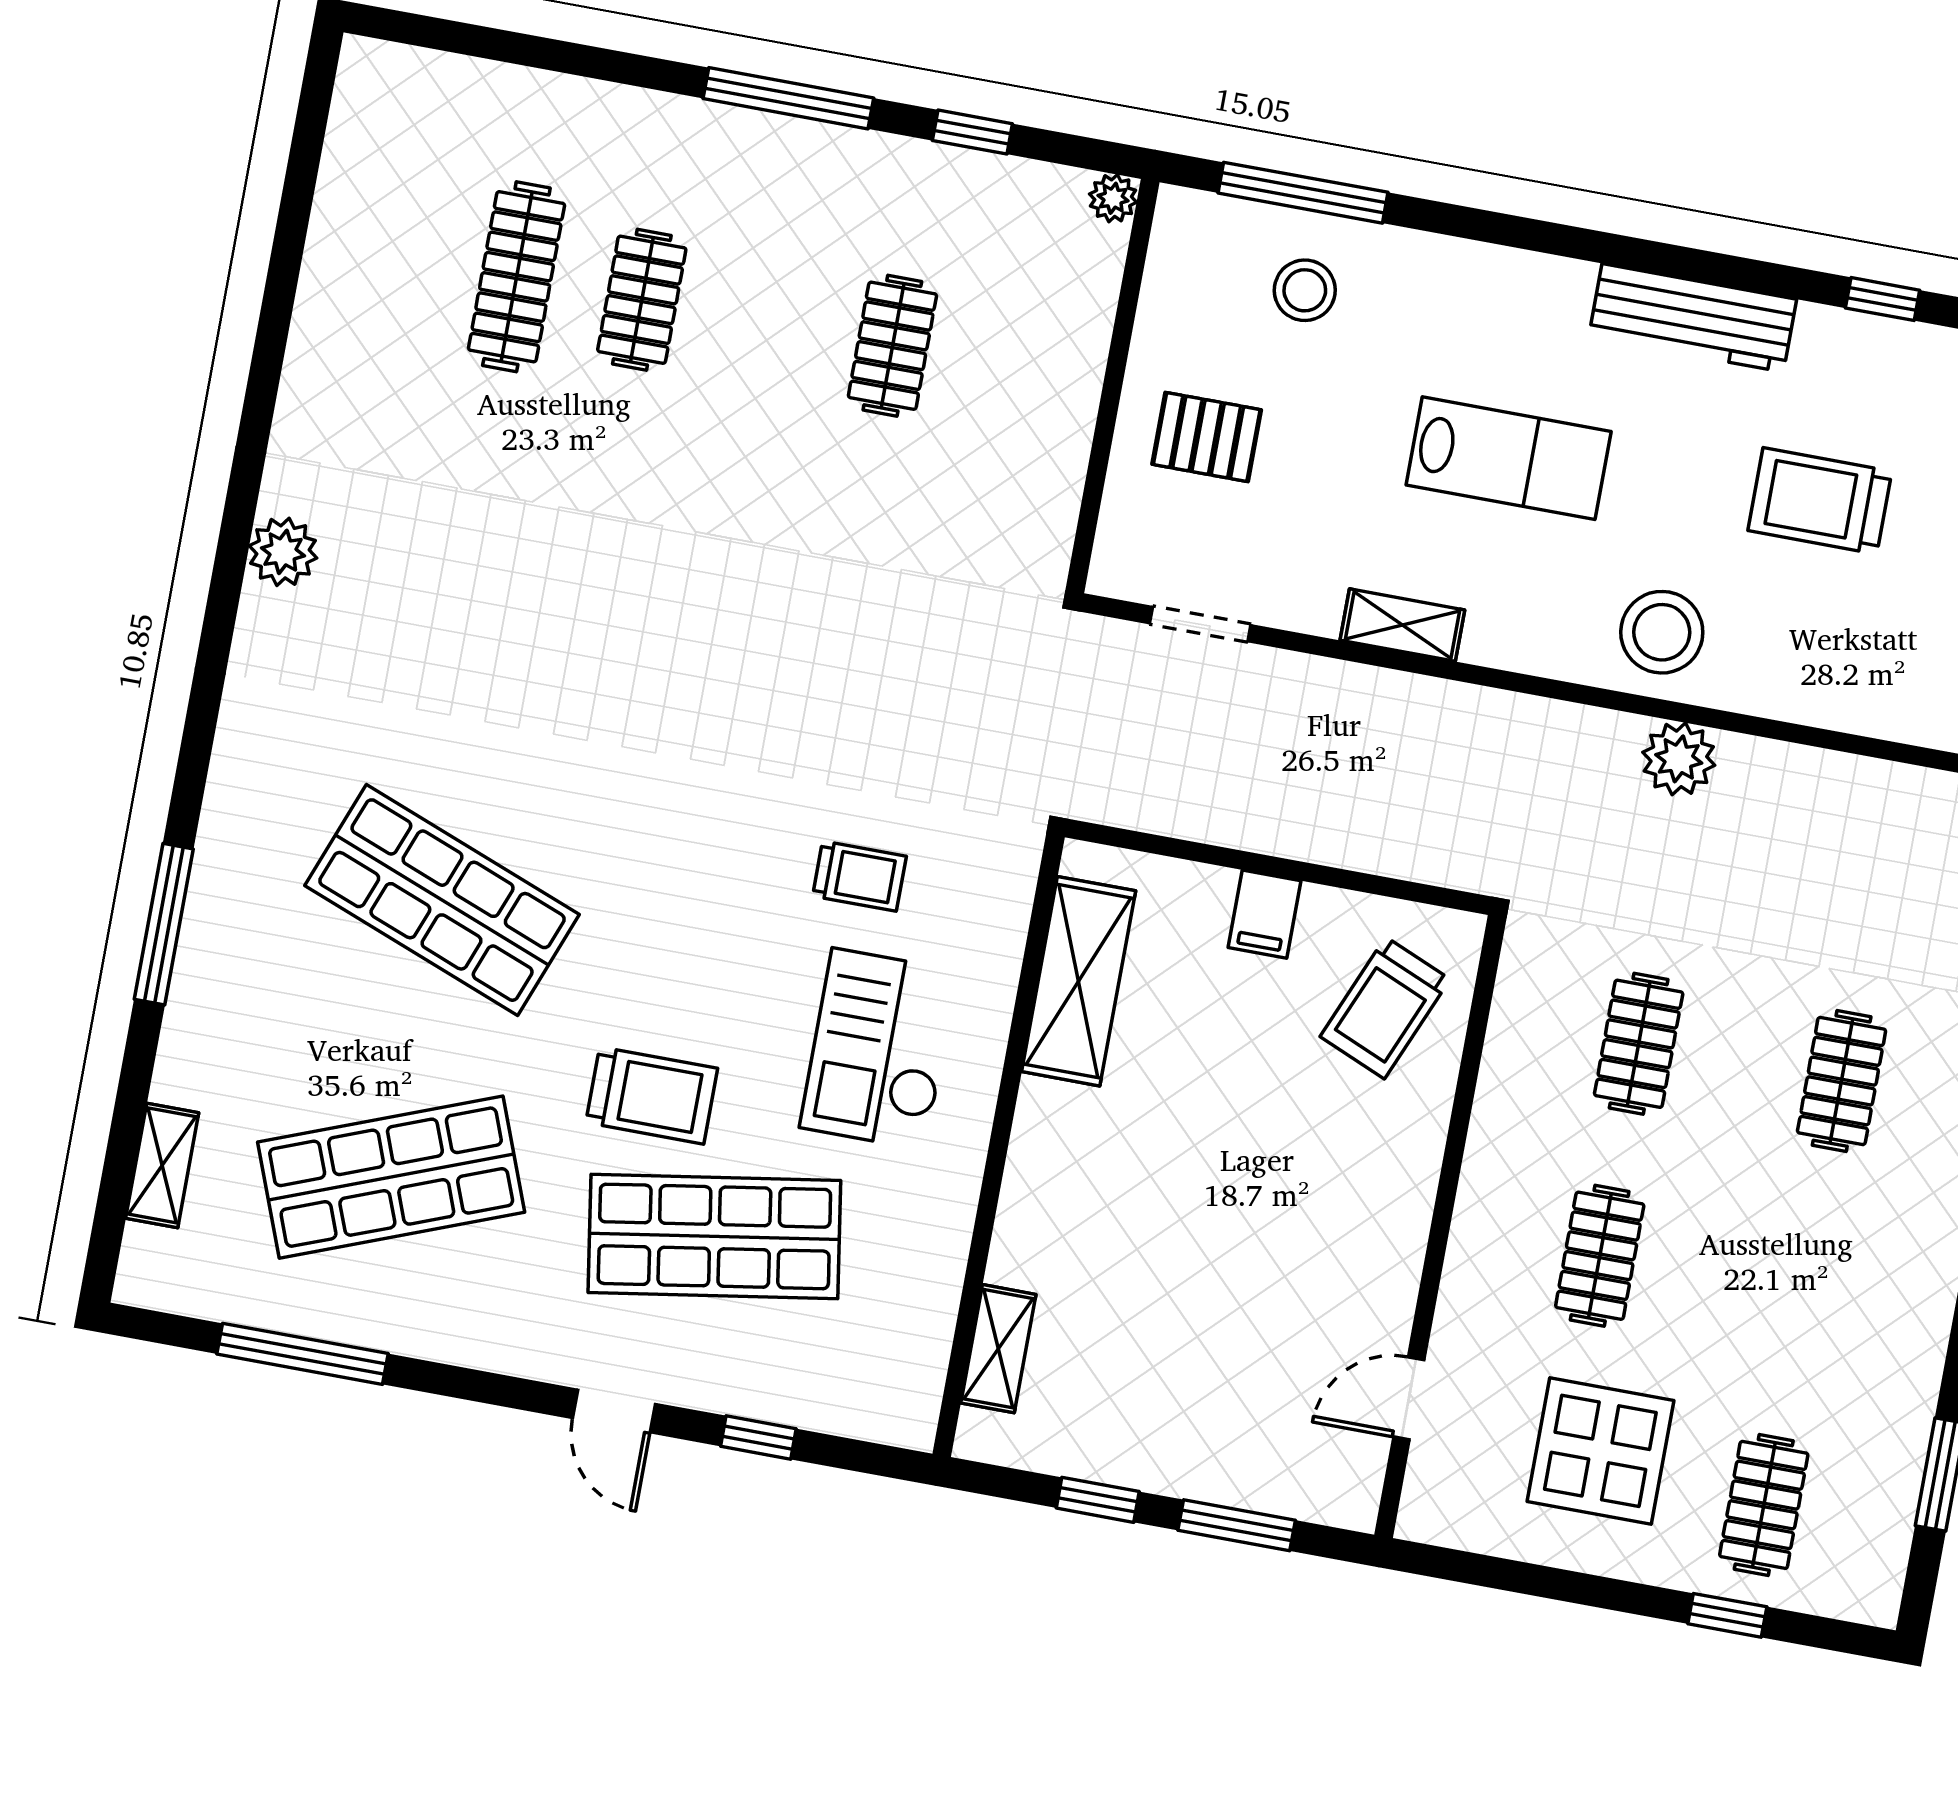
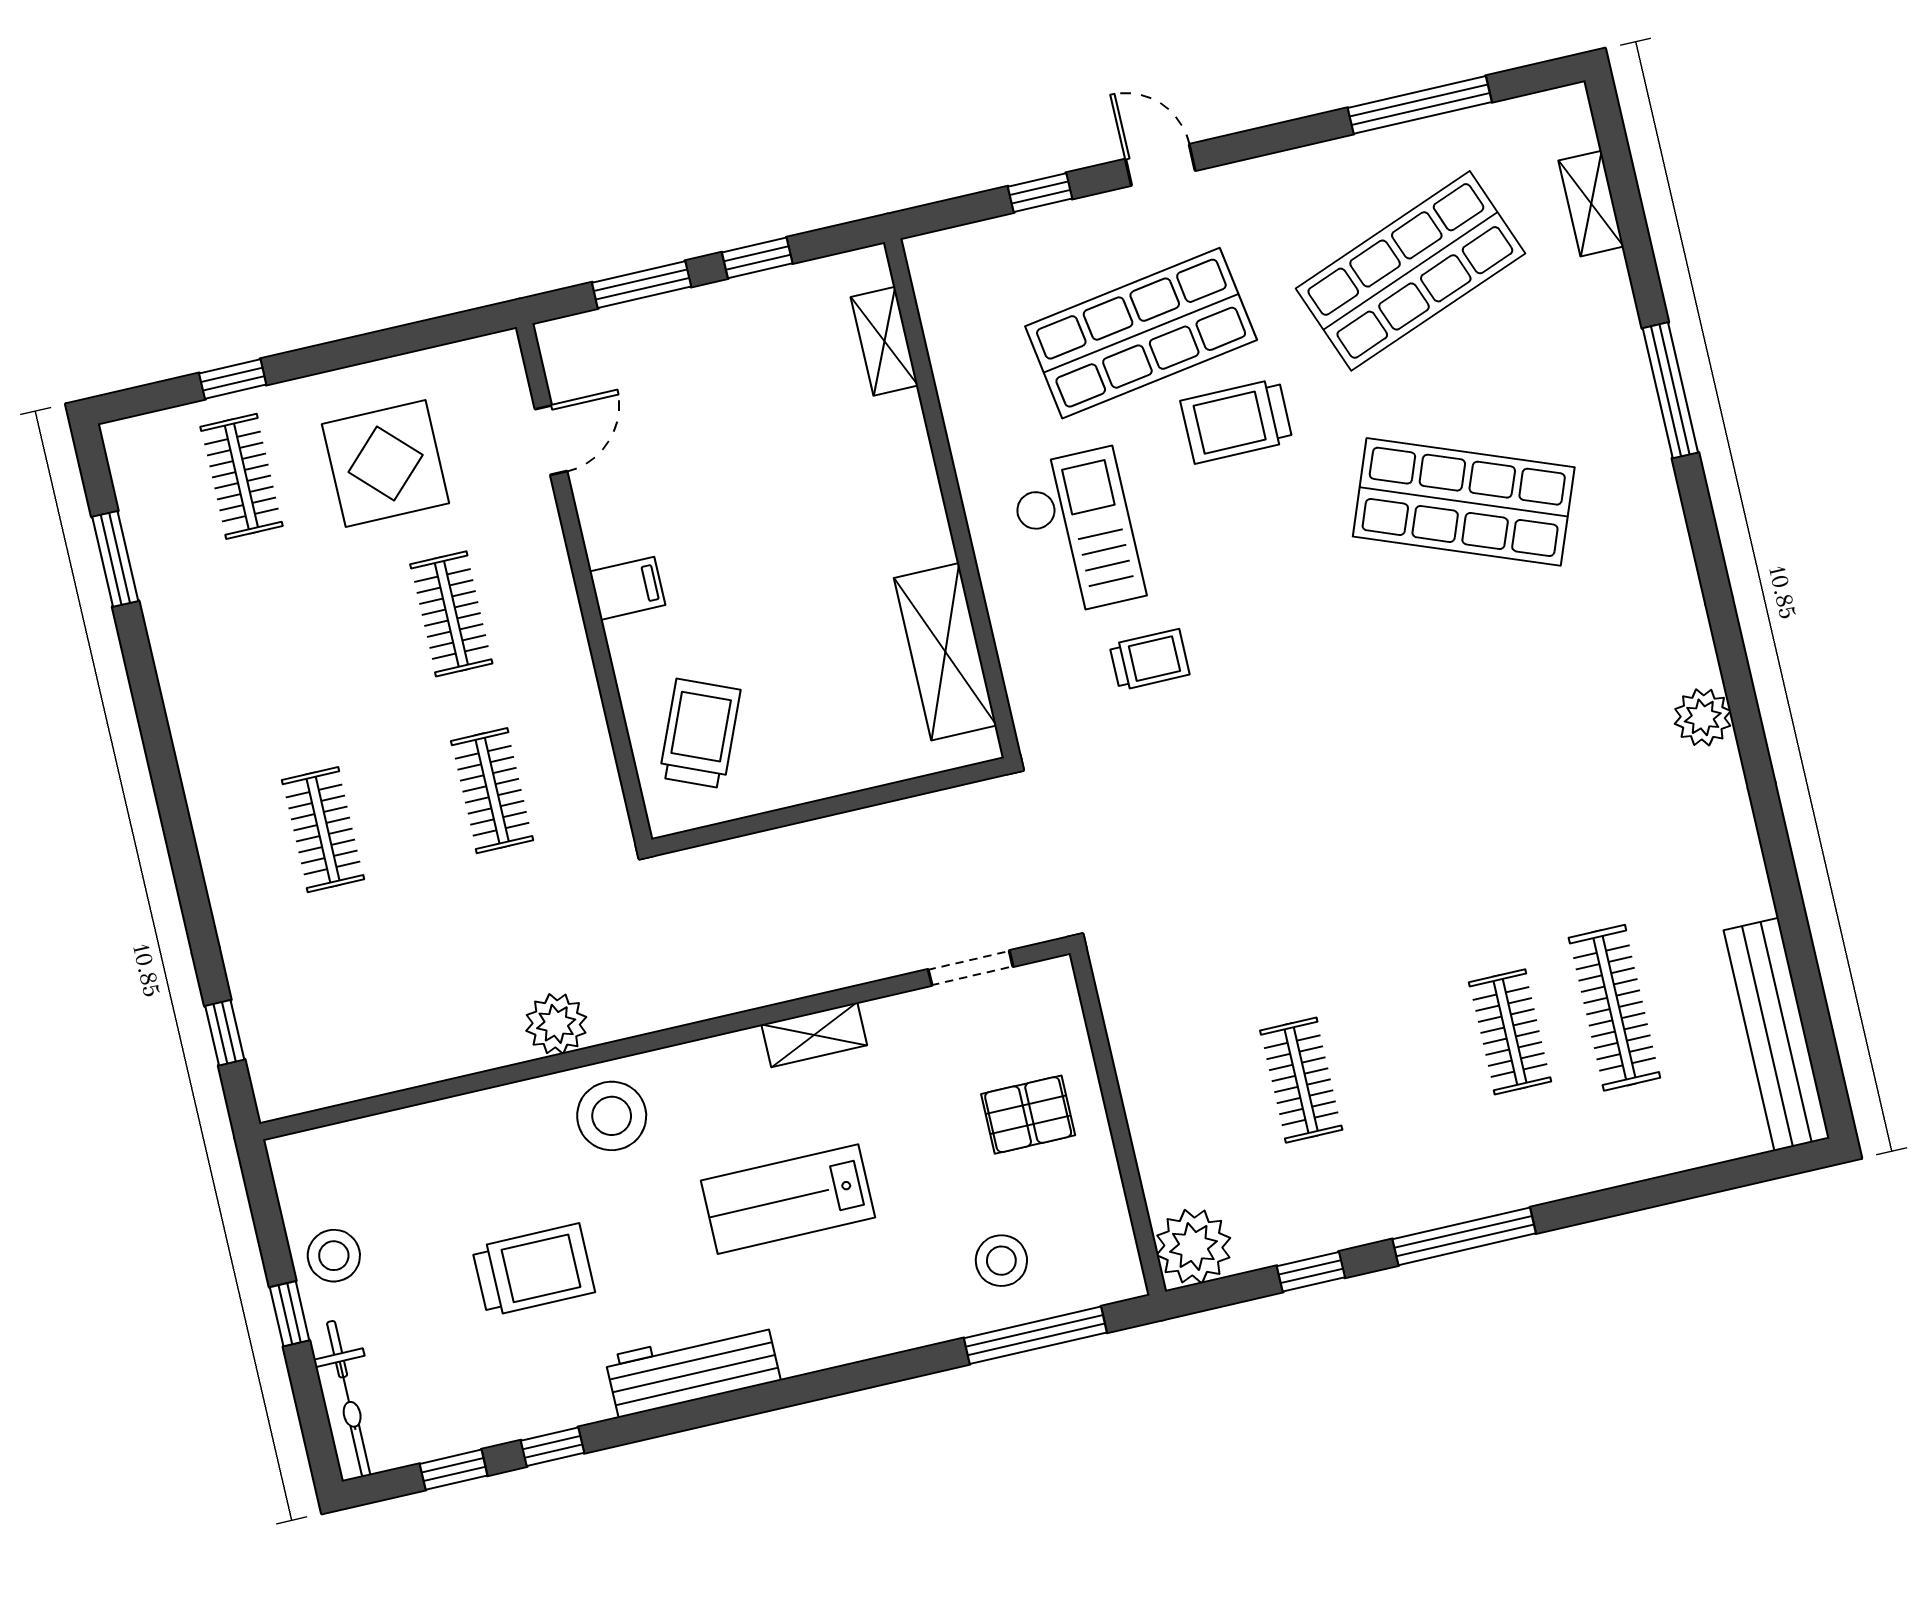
bench: (352, 171) -> (1777, 1034), added
plant: (1113, 198) -> (1193, 1246), width x1.88, depth x1.88
trolley: (859, 876) -> (1150, 660), turned 180
filing cabinet: (1264, 914) -> (627, 588), moved, turned 90

